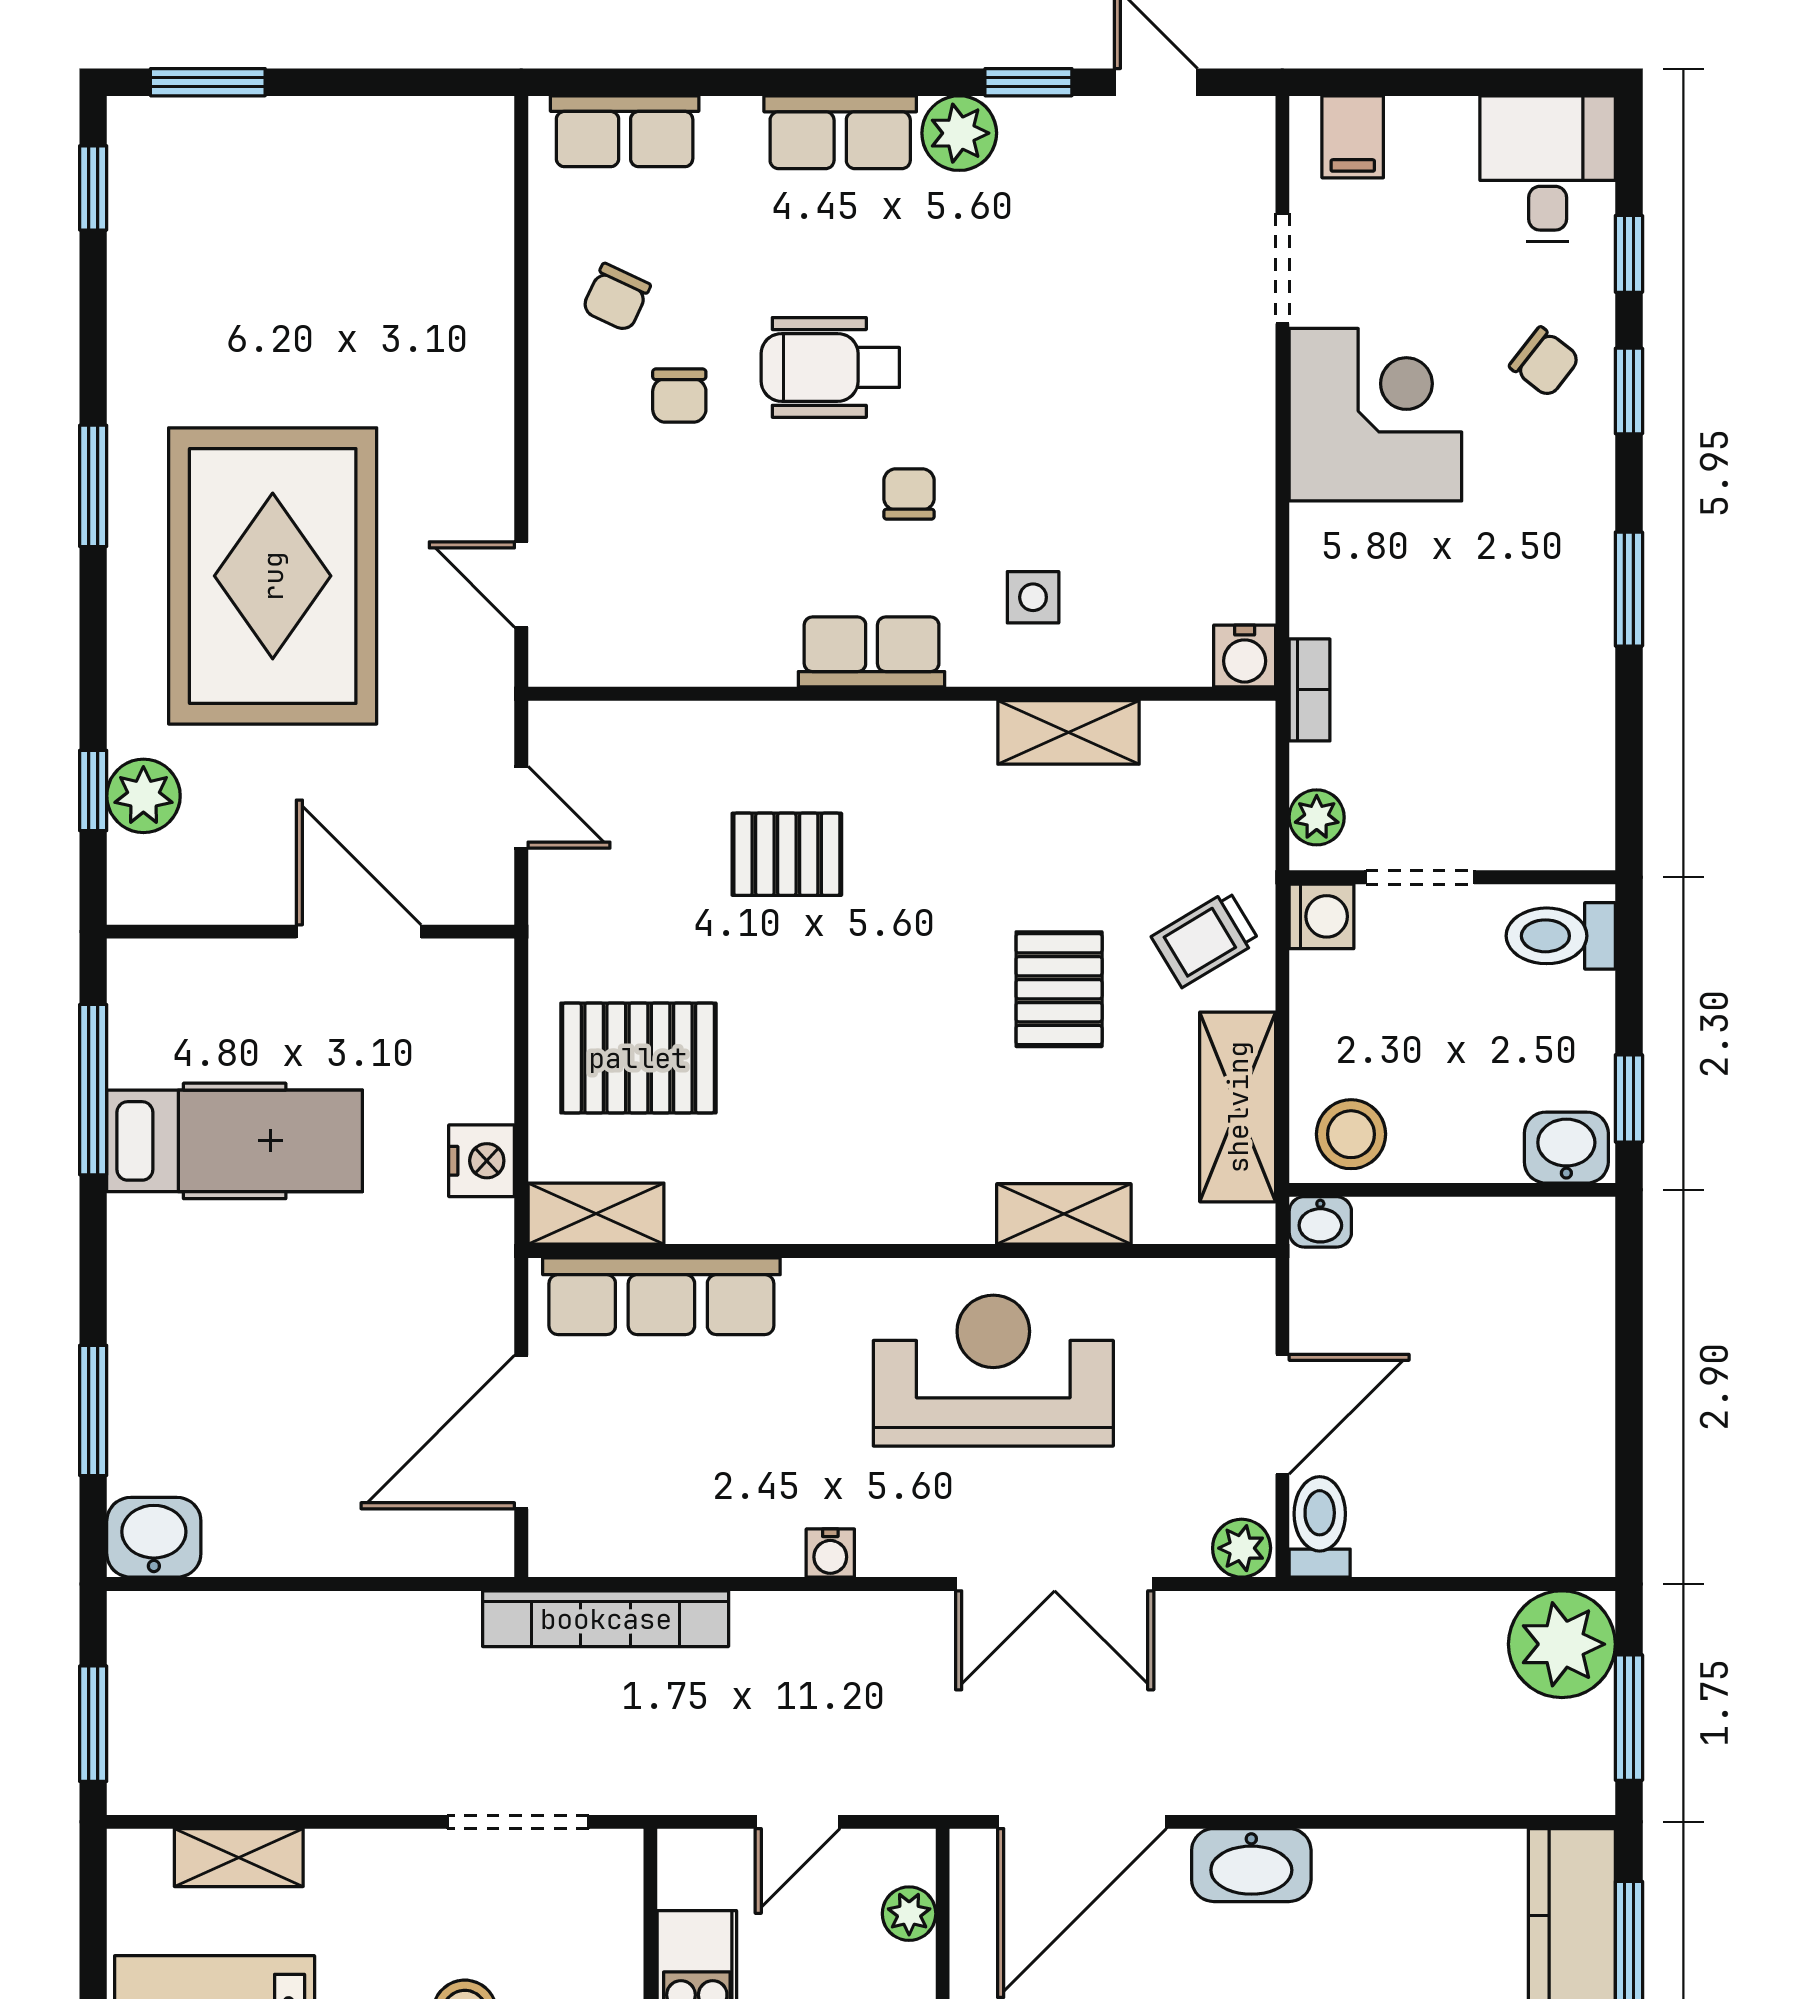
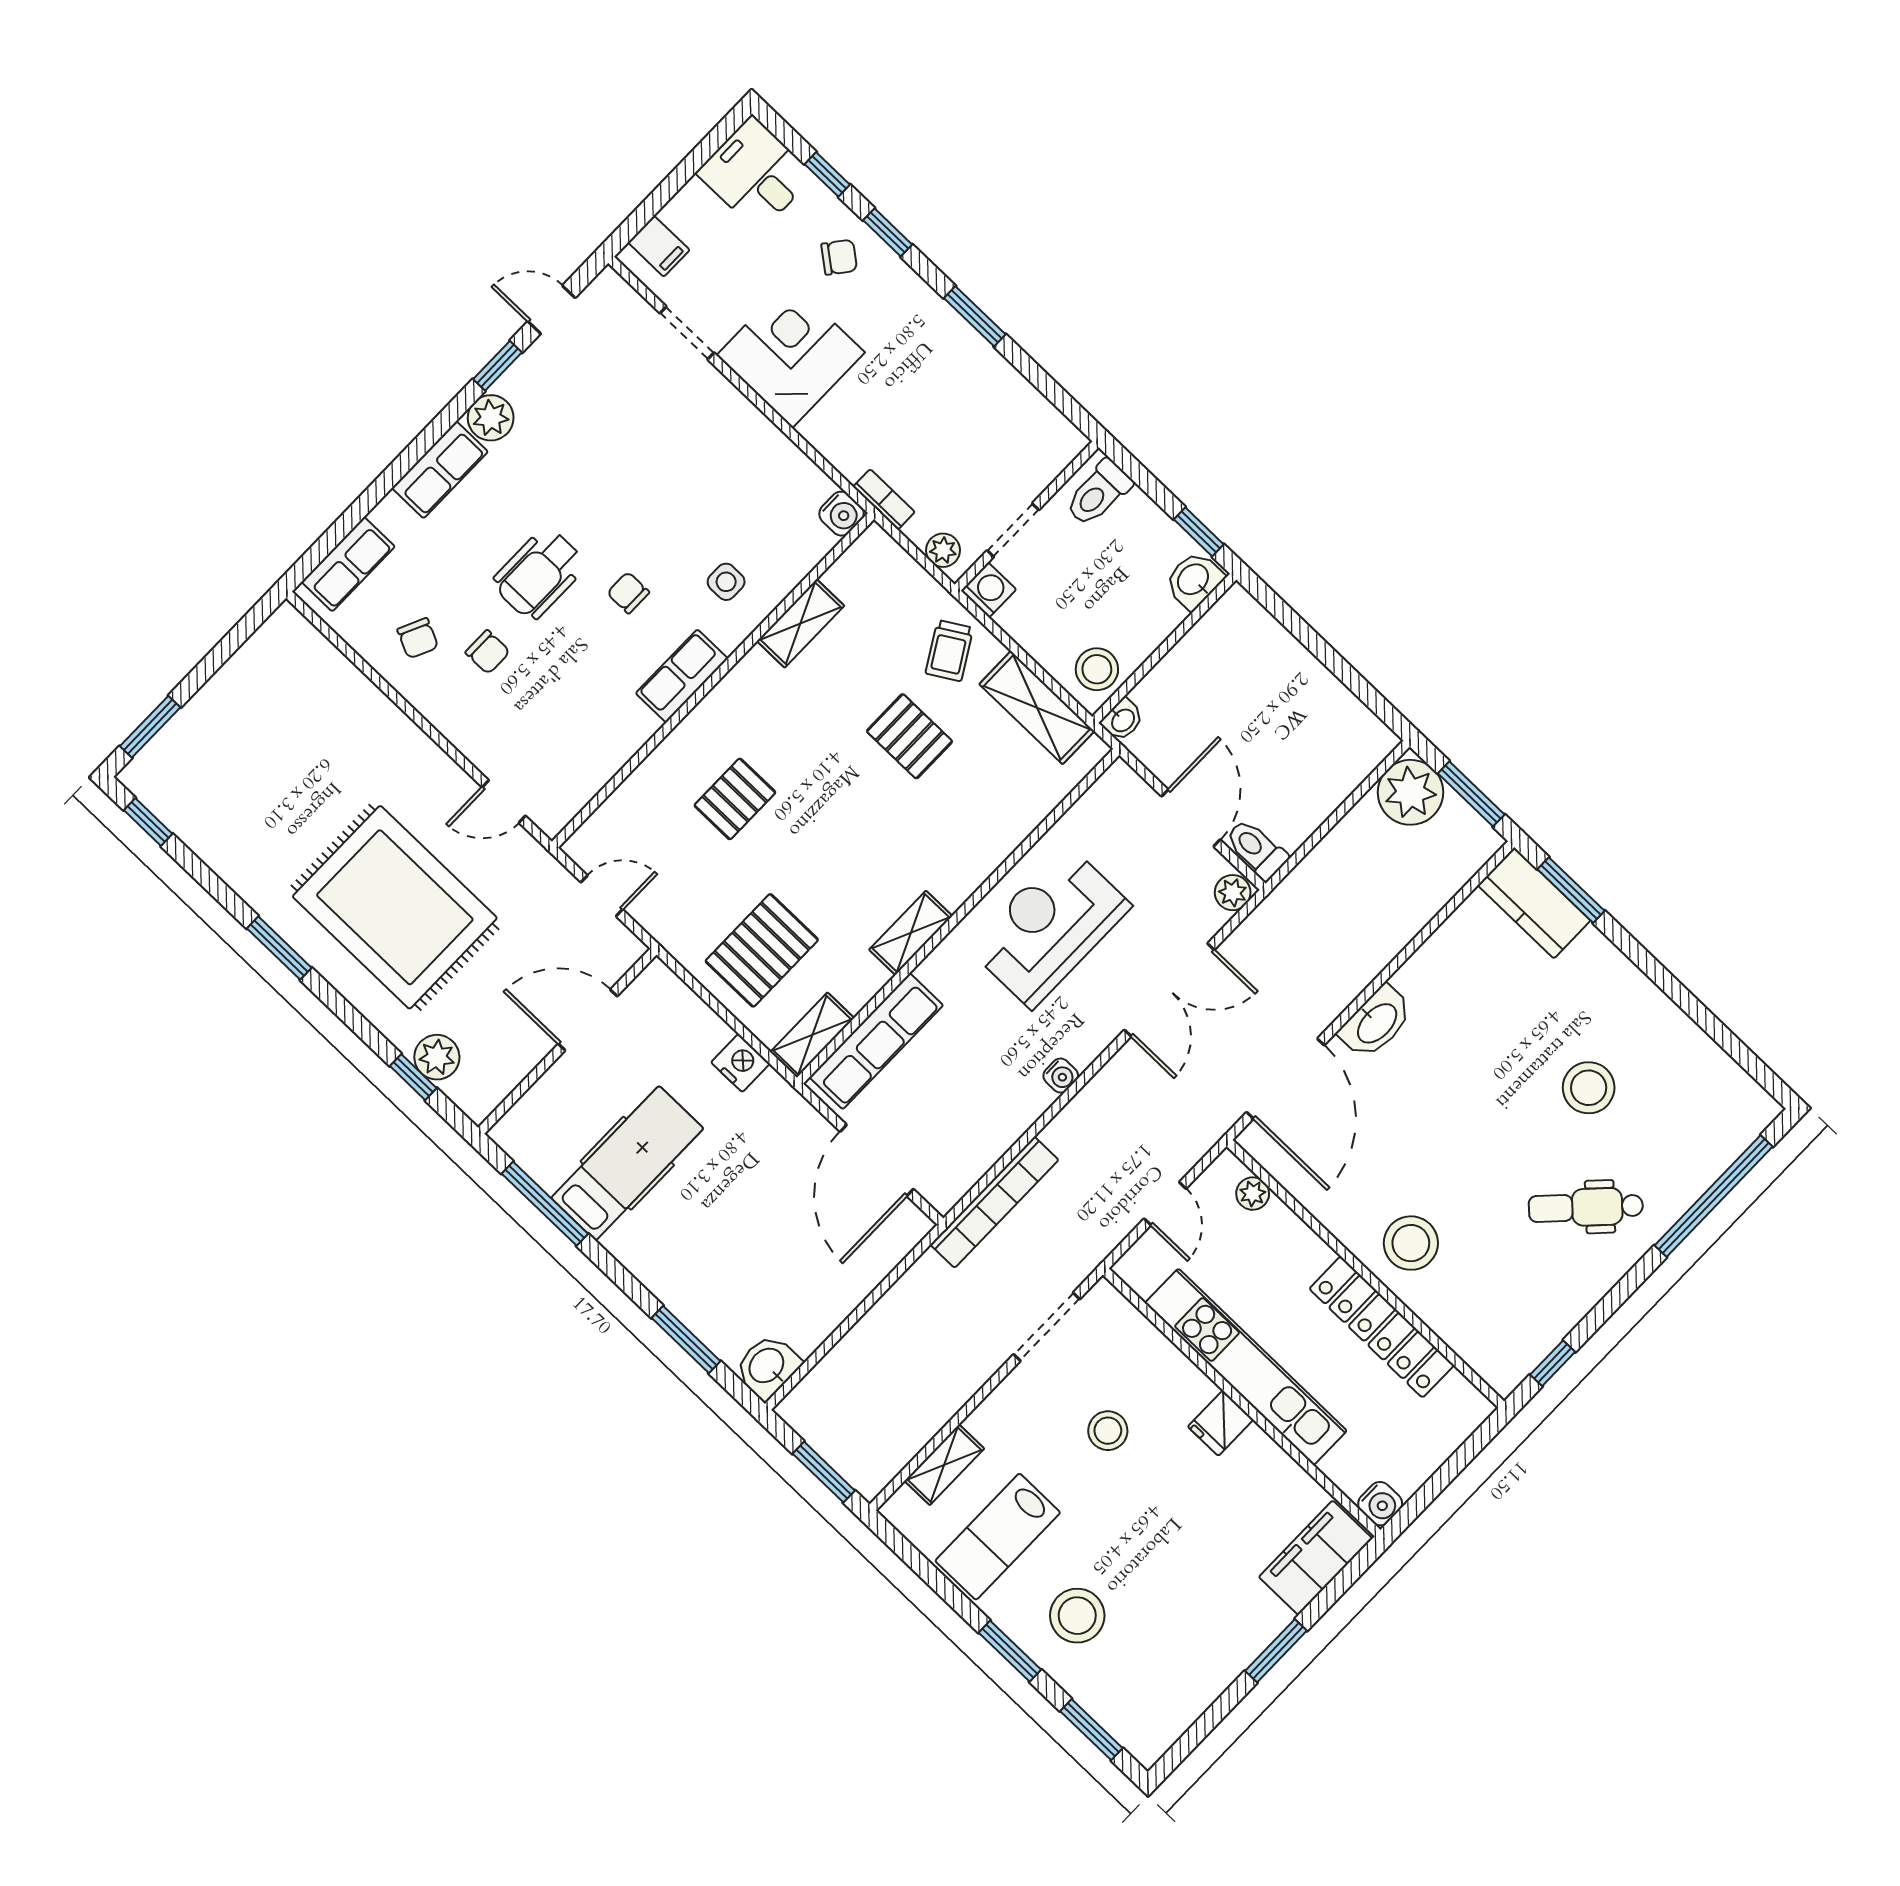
shelving: (1064, 1214) -> (911, 933), moved

